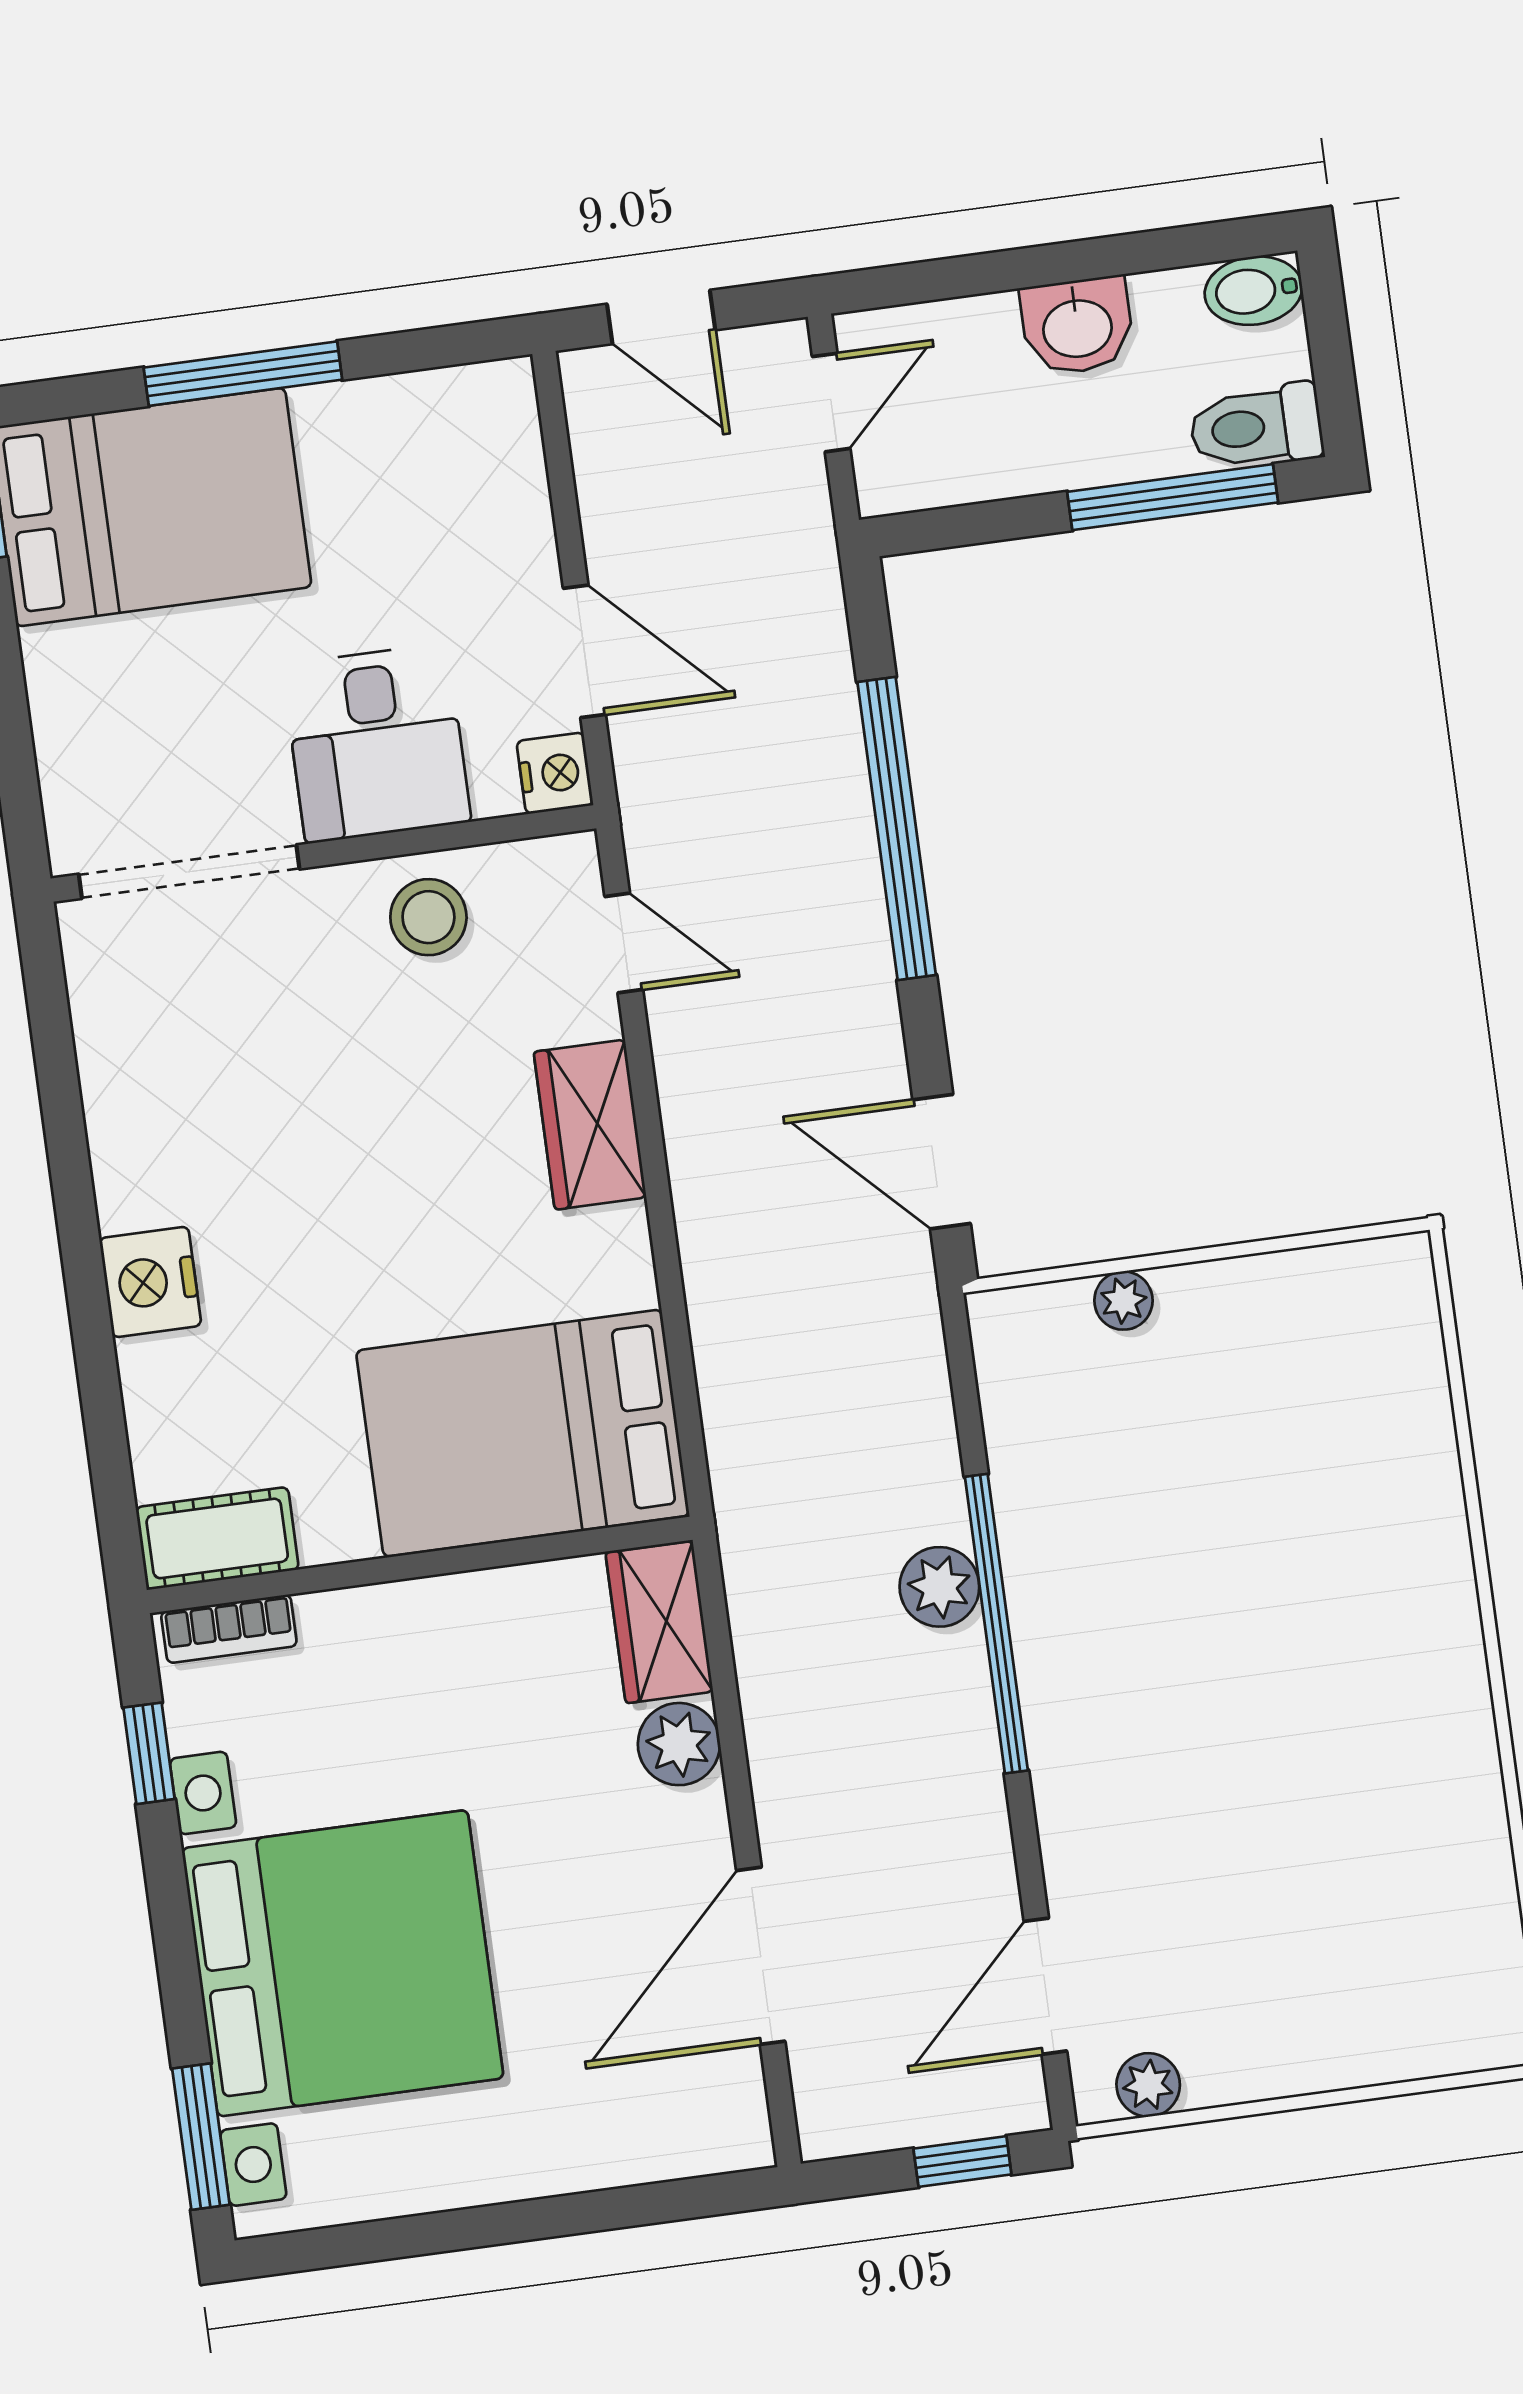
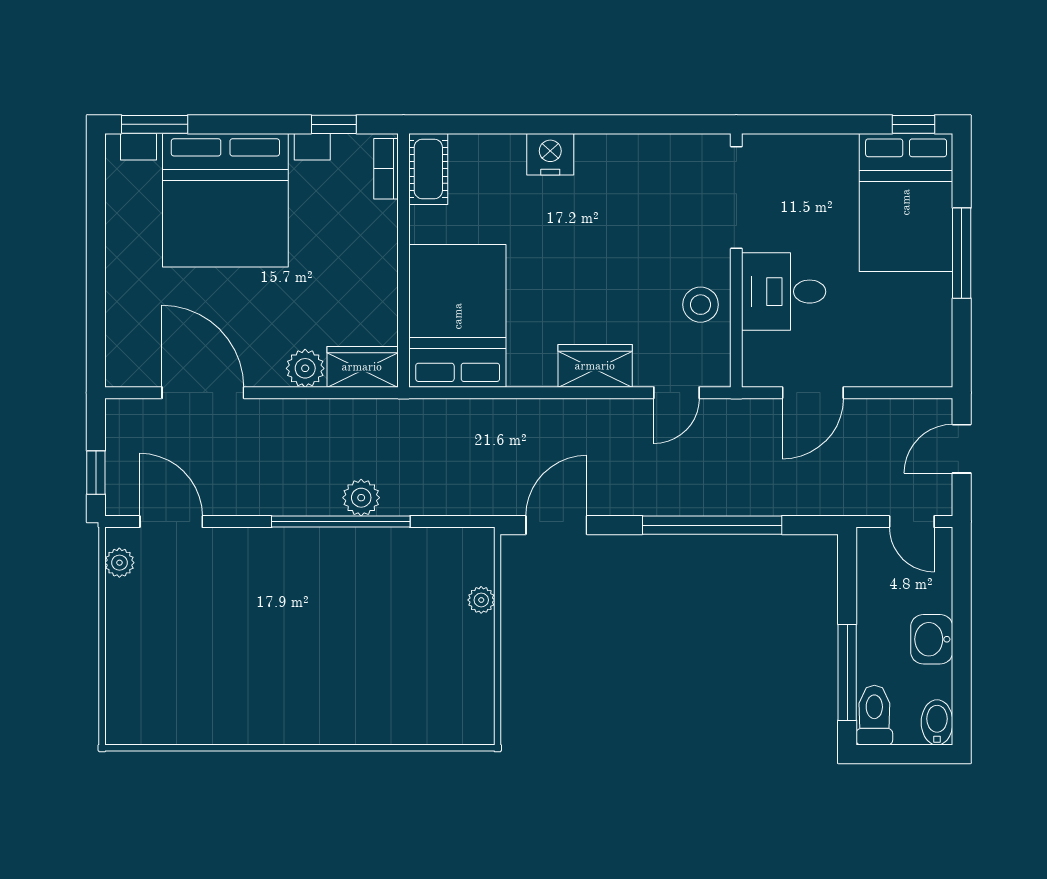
nightstand: (555, 773) -> (759, 372), removed

